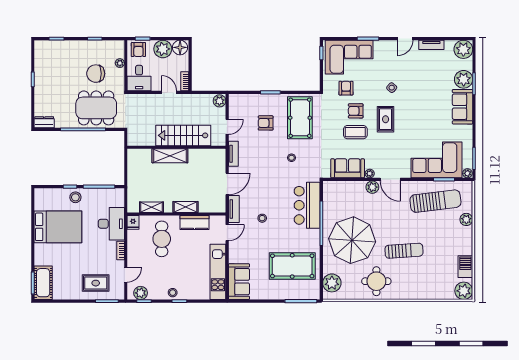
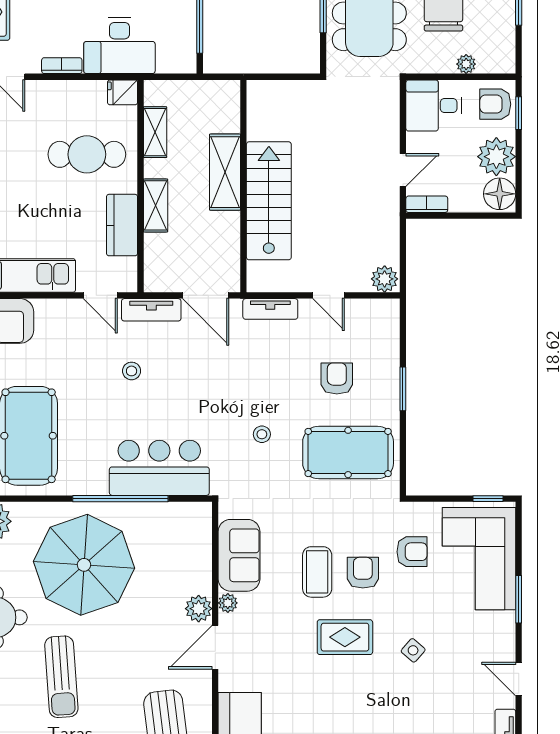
stairs: (183, 135) -> (269, 201), moved
wall: (176, 147) -> (243, 186), moved
shelving: (170, 156) -> (225, 172), moved

